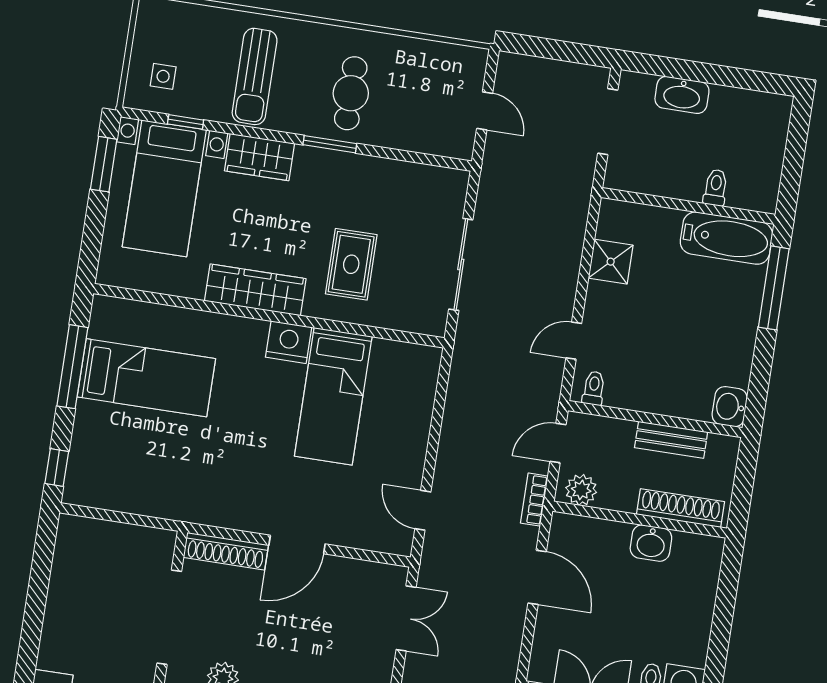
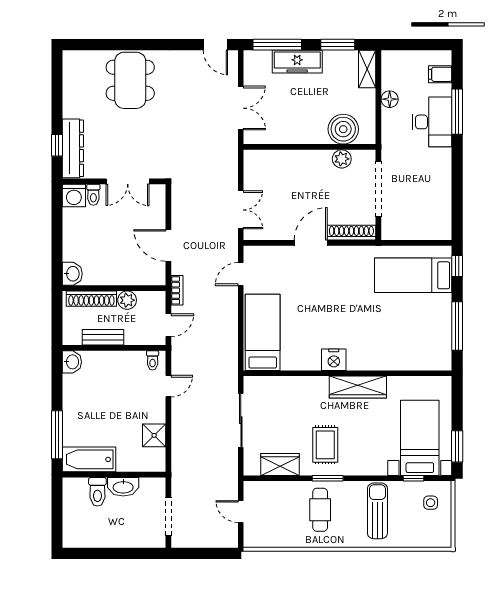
washbasin: (682, 95) -> (123, 487), moved, turned 180
wardrobe: (260, 157) -> (280, 464), moved
toilet: (716, 188) -> (97, 492), width x1.37, depth x1.39
rug: (351, 264) -> (325, 445), moved
bed: (146, 378) -> (413, 275), moved
bed: (333, 396) -> (263, 332), moved
plant: (581, 490) -> (127, 300), moved
door: (423, 510) -> (241, 274), swing flipped
washbasin: (651, 543) -> (72, 274), moved, turned 90
double door: (406, 618) -> (241, 210), swing flipped

